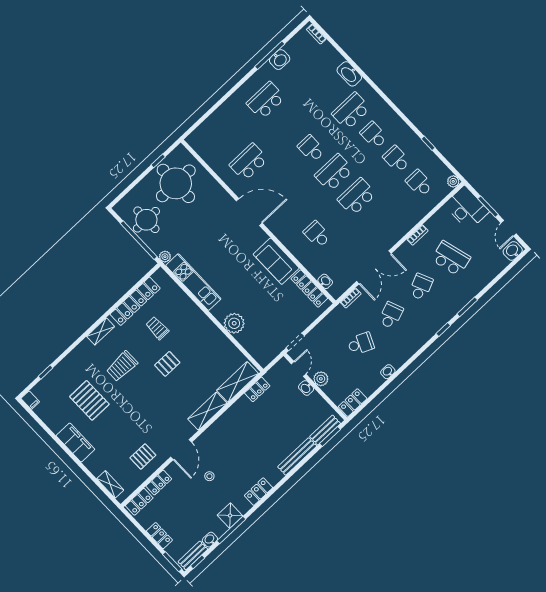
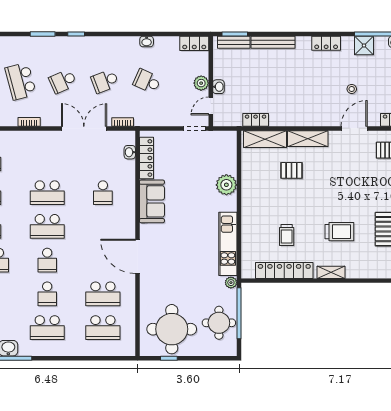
school desk: (288, 125) -> (47, 294), added
school desk: (226, 138) -> (103, 328), added
pallet: (167, 364) -> (291, 170), moved

